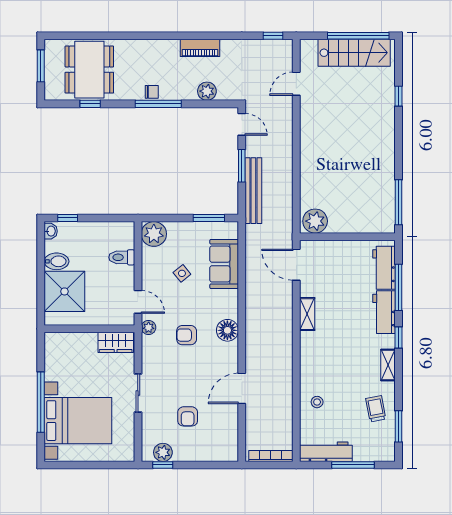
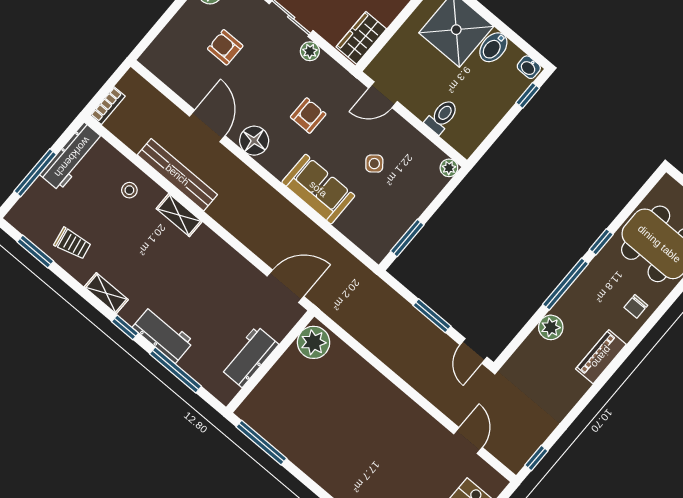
piano: (200, 48) -> (601, 357), moved
plant: (207, 91) -> (551, 327), moved
chair: (152, 92) -> (636, 306), moved
window: (90, 104) -> (601, 242), moved
door: (242, 124) -> (474, 351), hinge flipped
bench: (253, 191) -> (177, 175), moved
plant: (154, 234) -> (449, 168), width x0.53, depth x0.53
sofa: (224, 264) -> (318, 189), moved
workbench: (384, 268) -> (249, 357), moved, turned -90
shelving: (307, 314) -> (179, 215), moved
plant: (149, 327) -> (310, 51), moved
floor lamp: (227, 330) -> (254, 141), moved
bookcase: (271, 456) -> (108, 106), width x0.64

